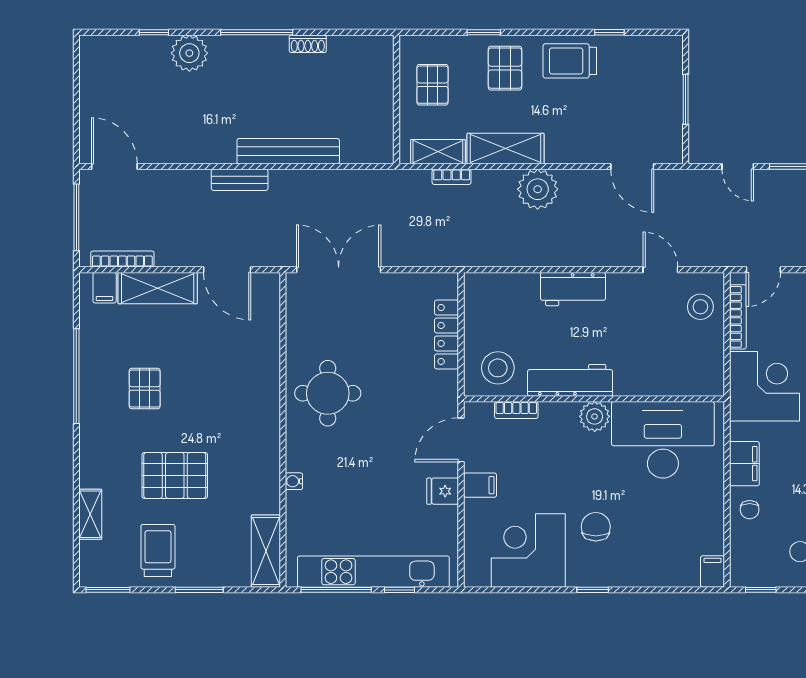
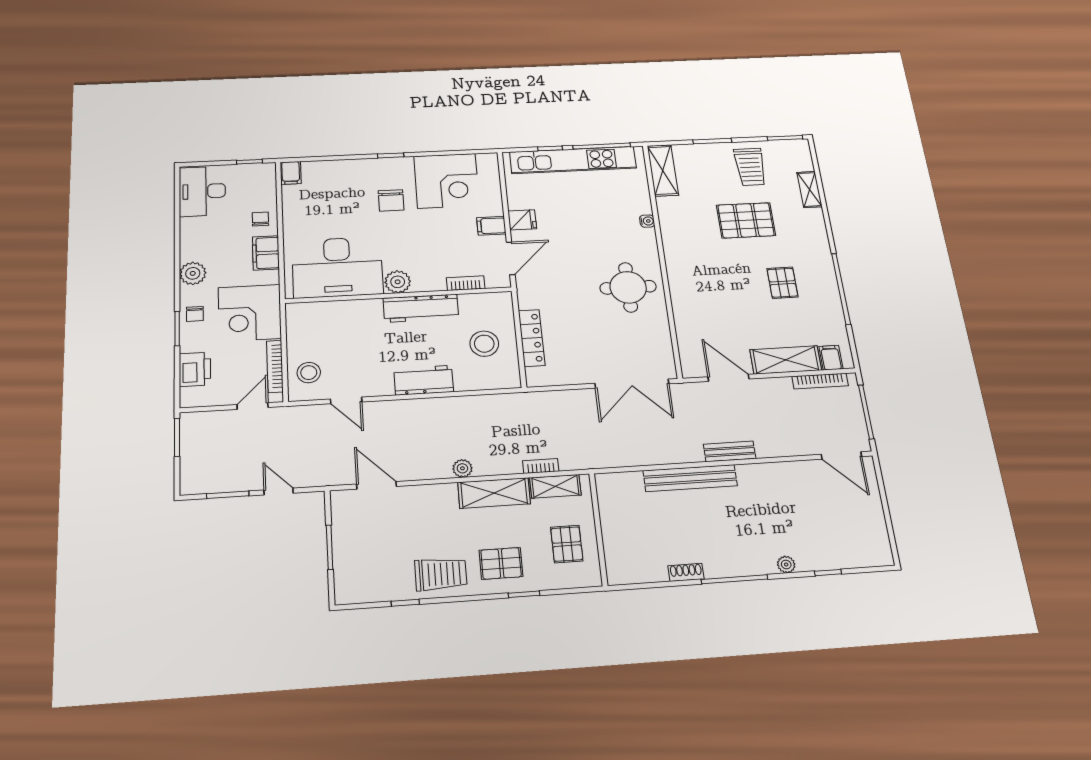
plant: (189, 53) -> (786, 565), width x0.53, depth x0.53
pallet: (505, 68) -> (501, 563), turned 90
plant: (538, 189) -> (462, 468), width x0.53, depth x0.53
stool: (498, 368) -> (484, 344), moved

